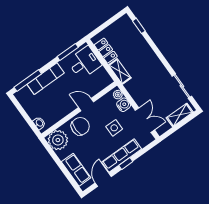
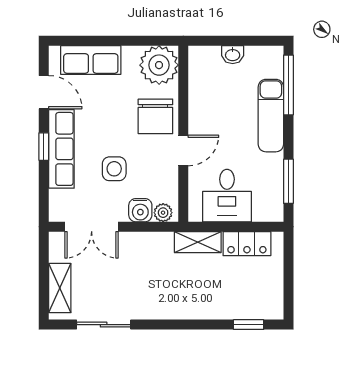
desk: (84, 63) -> (227, 196), moved
washbasin: (39, 123) -> (233, 55), moved

